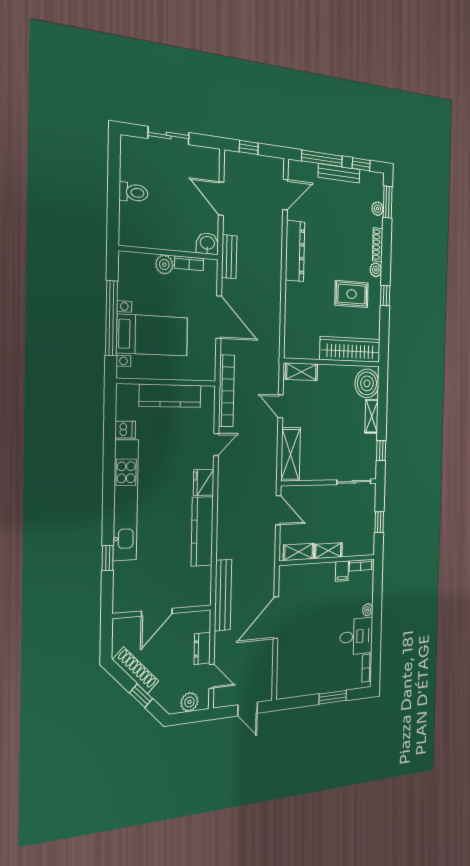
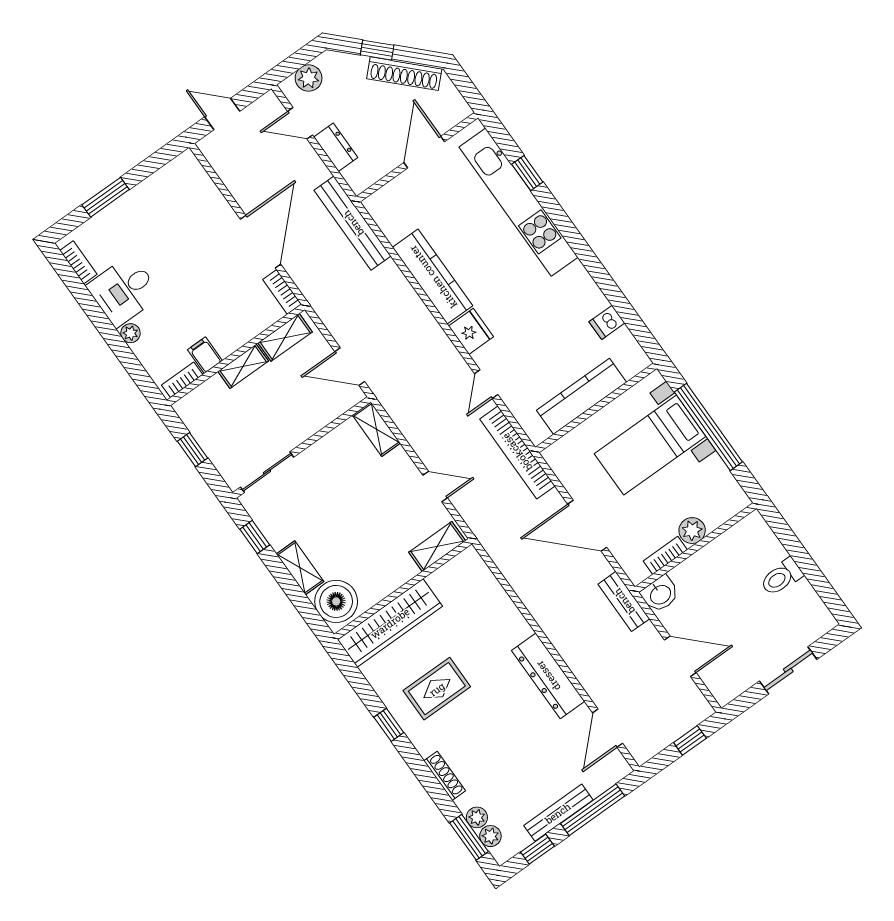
plant: (376, 270) -> (490, 836), moved
shelving: (291, 454) -> (376, 429), width x0.67, depth x0.75
kitchen unit: (126, 500) -> (518, 202), moved
bookcase: (284, 580) -> (282, 292), added

